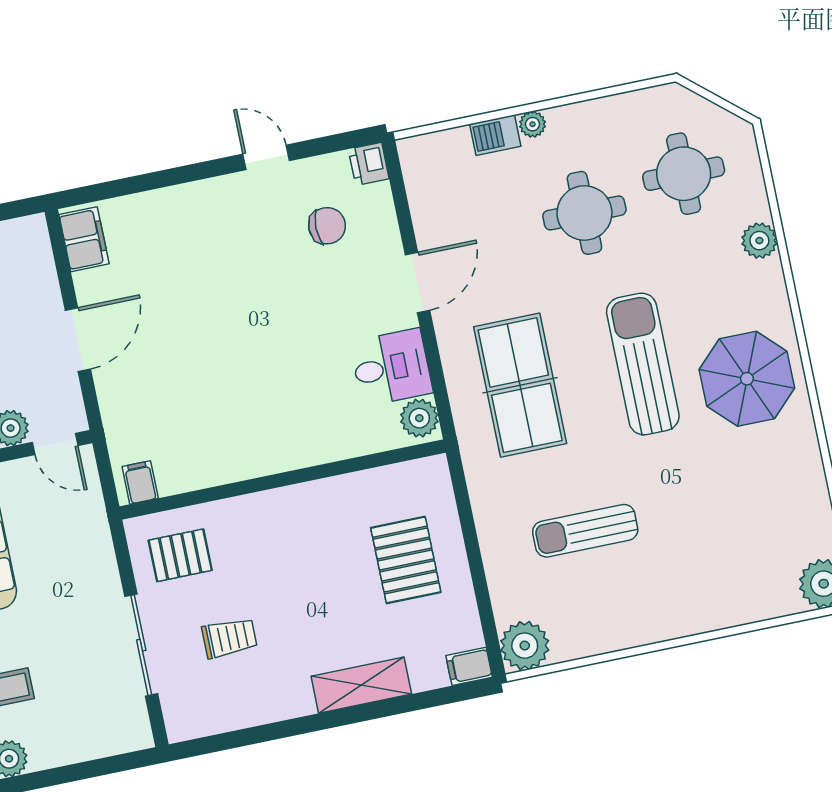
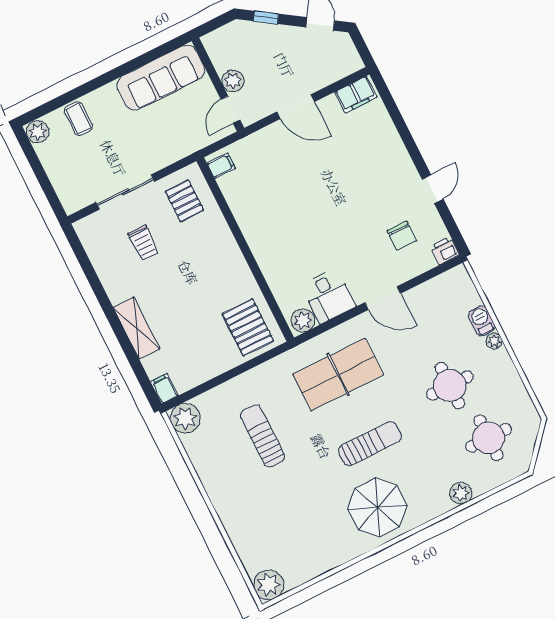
sun lounger: (643, 364) -> (370, 444), width x0.73, depth x0.75
pallet: (406, 560) -> (248, 327), moved, turned 90

